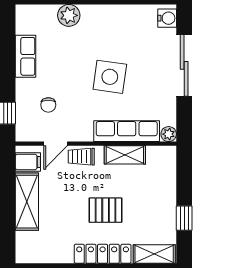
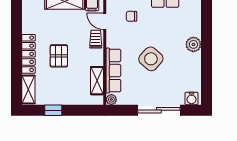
plant: (69, 15) -> (193, 44), moved
side table: (110, 77) -> (151, 59), turned 33
shelving: (125, 155) -> (97, 81), moved

